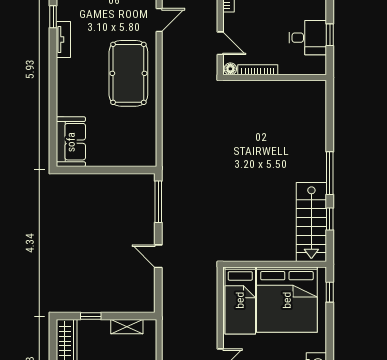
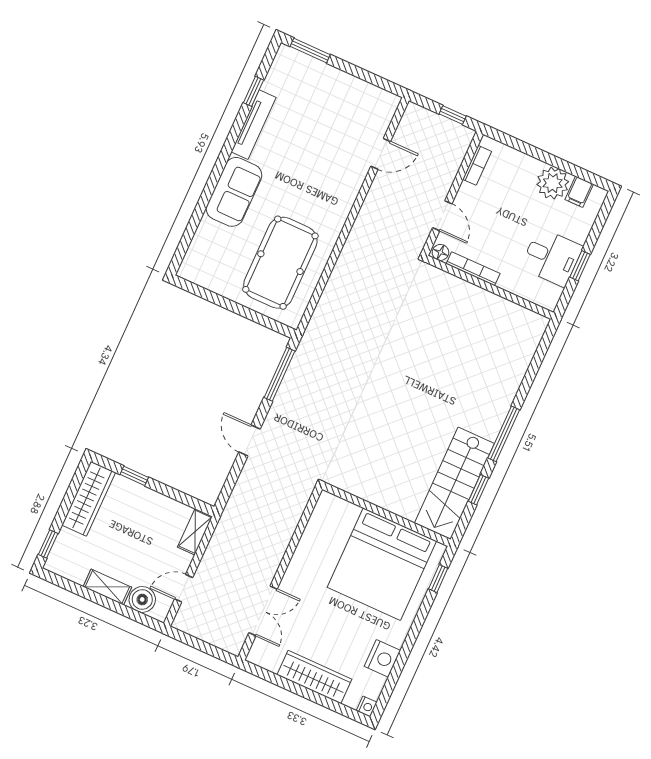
tv unit: (63, 40) -> (254, 125), width x1.41
pool table: (128, 73) -> (280, 263), moved
sofa: (71, 142) -> (234, 192), moved
bed: (240, 300) -> (325, 539), removed
shelving: (127, 327) -> (195, 532), moved, turned 90

